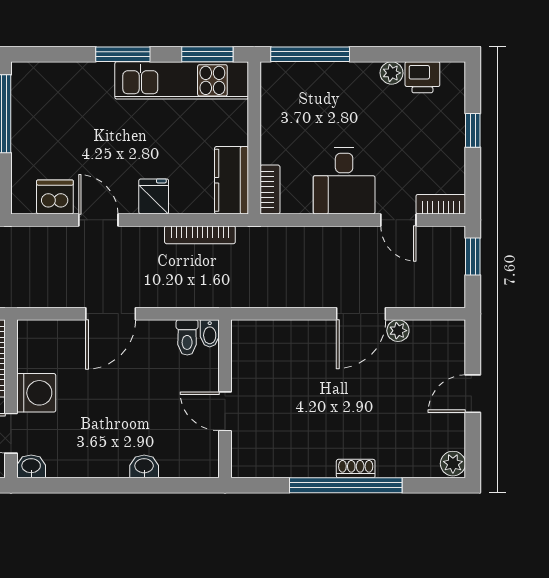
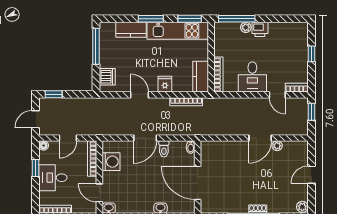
plant: (392, 73) -> (246, 27), moved
printer: (422, 77) -> (260, 29), moved
kitchen counter: (80, 78) -> (131, 30), added
bookcase: (270, 190) -> (218, 75), width x1.56
dishwasher: (55, 197) -> (107, 77), moved, turned 90
toilet: (187, 337) -> (164, 149), moved
washing machine: (36, 393) -> (111, 162), moved
door: (225, 411) -> (198, 183), width x1.88

